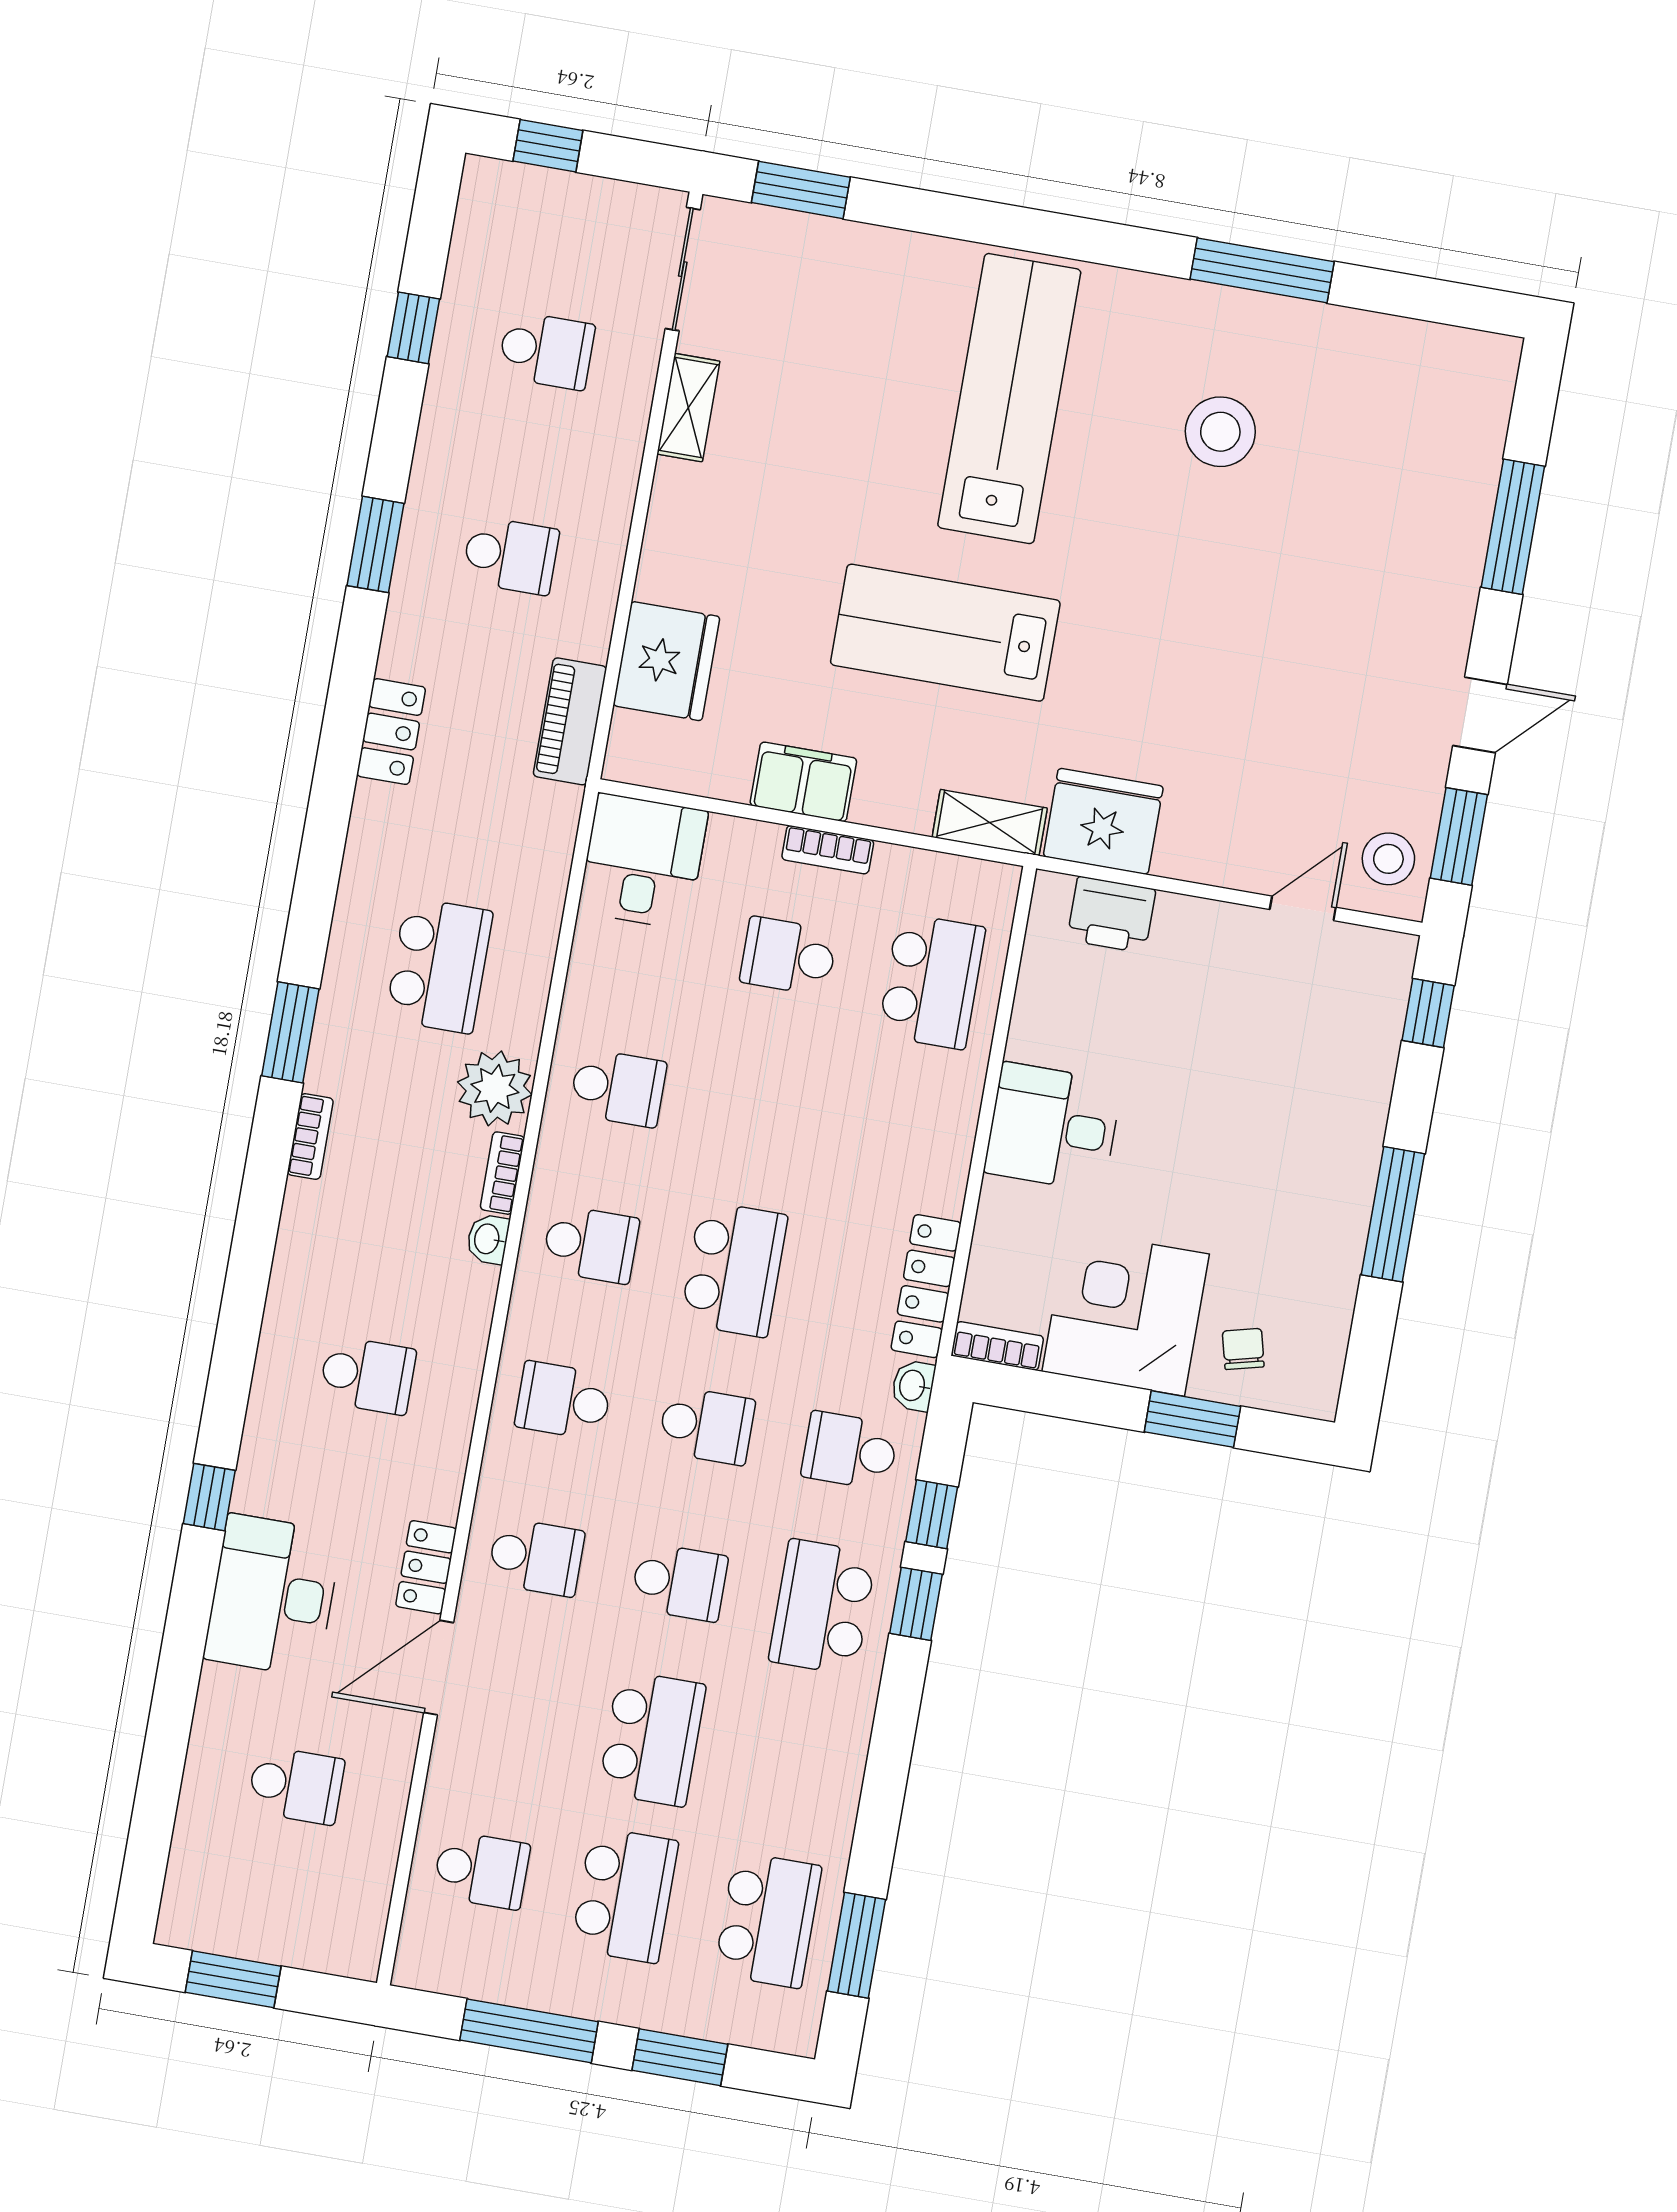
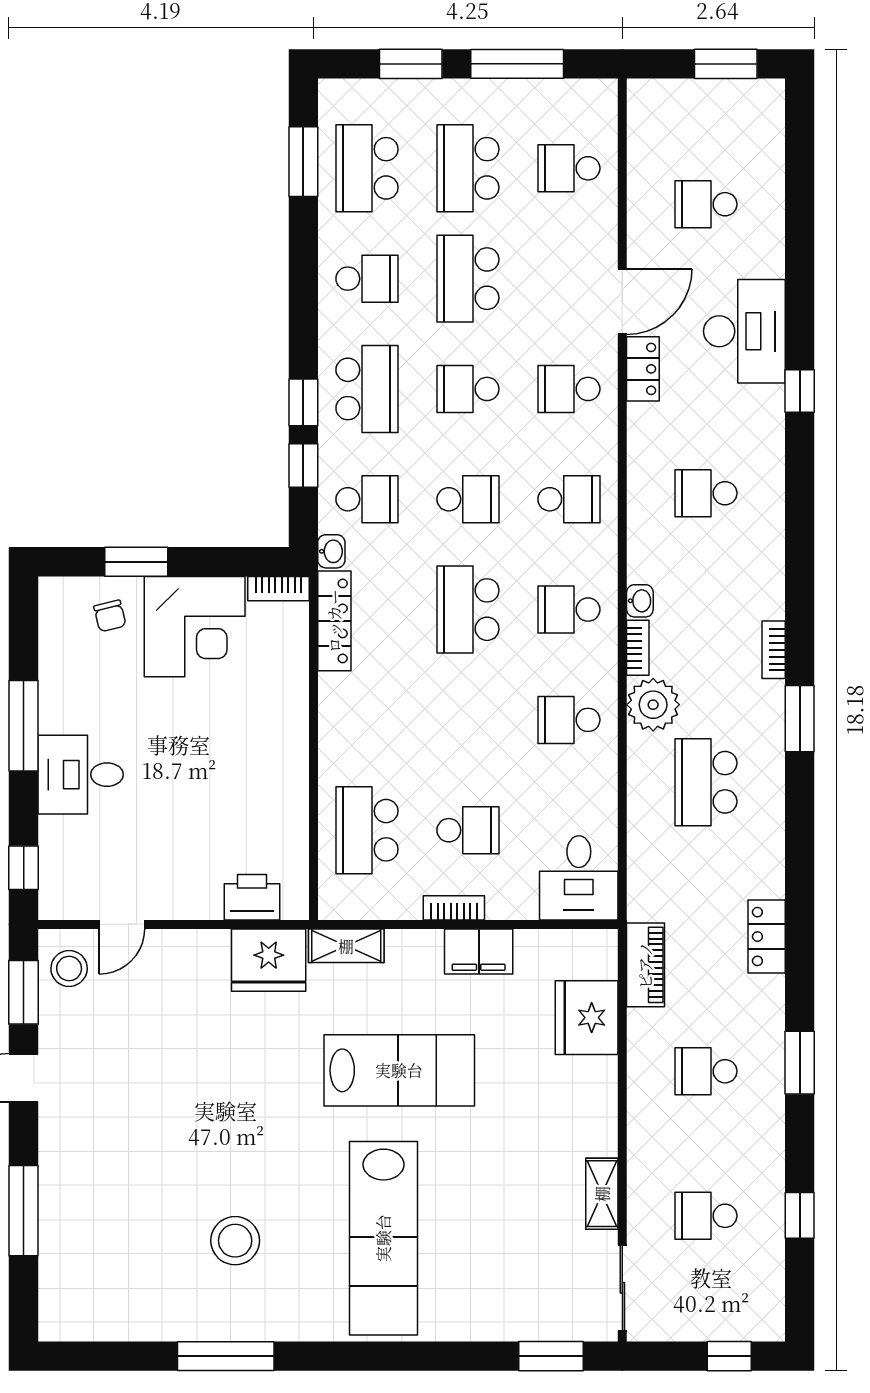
desk: (1053, 1127) -> (81, 775), moved, turned 180
school desk: (707, 1426) -> (468, 499), turned 180
school desk: (795, 1764) -> (367, 279), added

